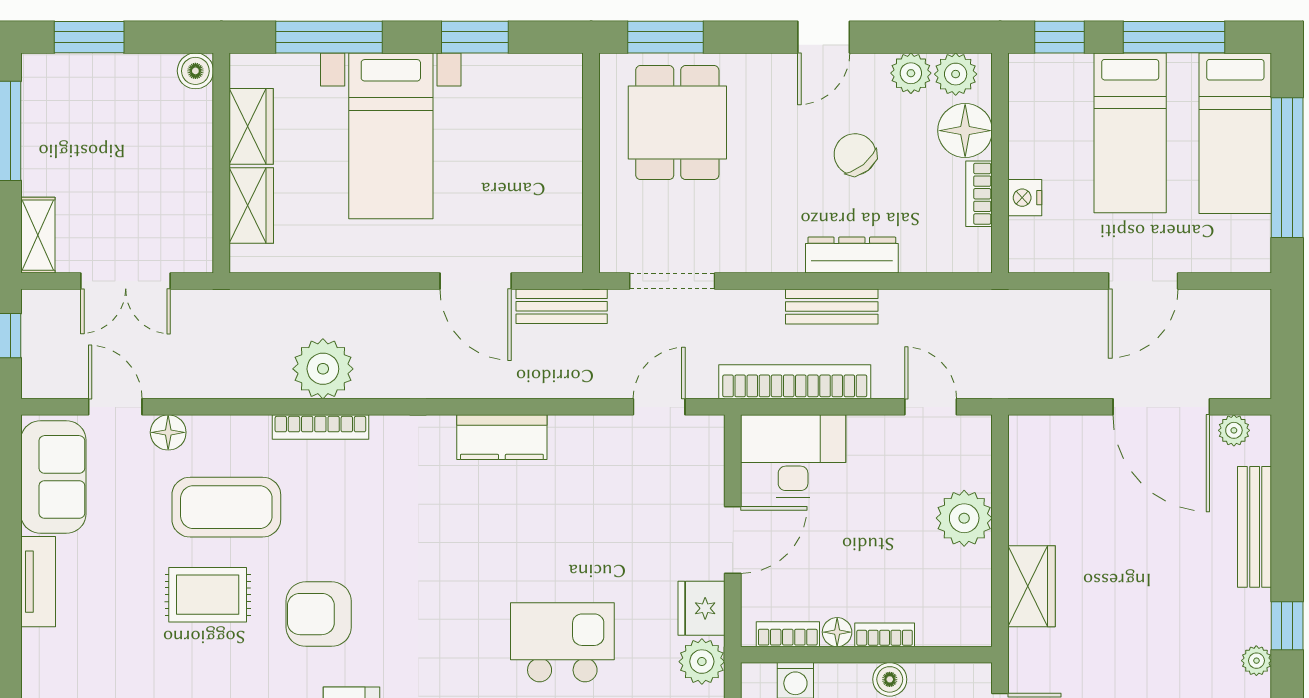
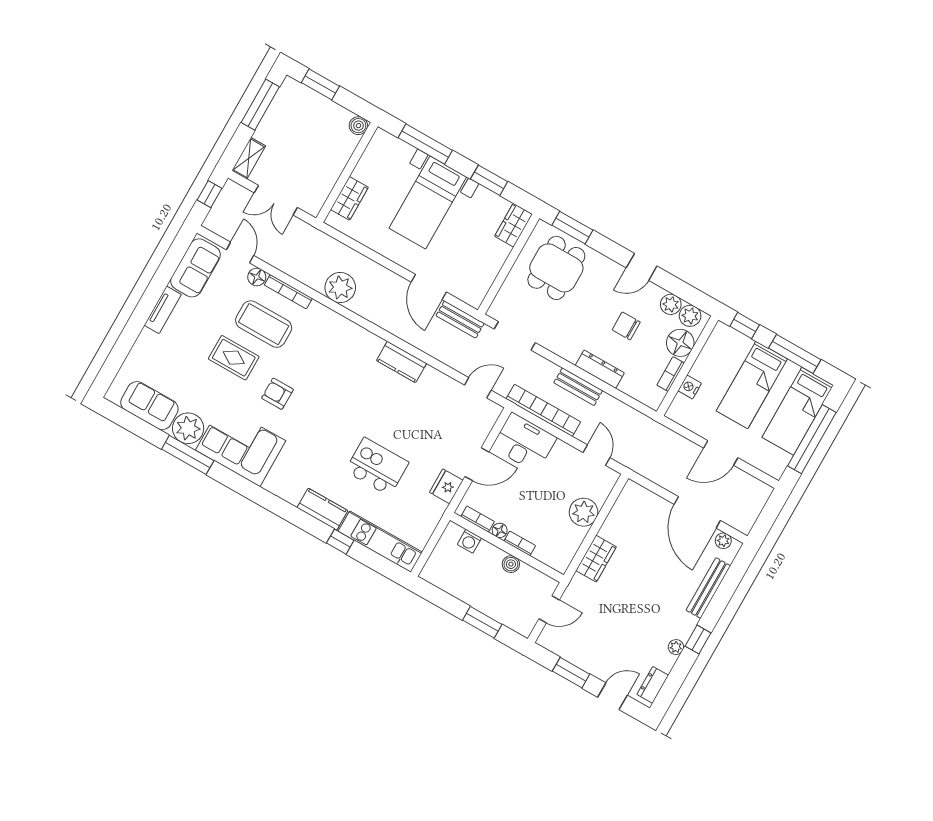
wardrobe: (251, 126) -> (513, 225), moved, turned 180
chair: (855, 154) -> (626, 326), turned -51
bookcase: (320, 427) -> (288, 292), moved
armchair: (319, 614) -> (277, 394), width x0.72, depth x0.72
plant: (702, 662) -> (433, 510), removed

